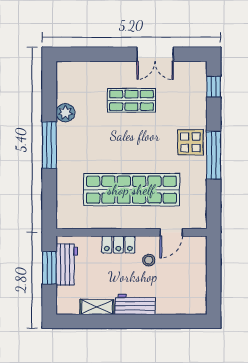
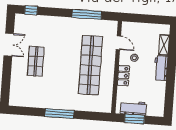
plant: (65, 113) -> (40, 102), removed
display table: (190, 142) -> (64, 27), removed
window: (214, 155) -> (87, 14), moved
shelving: (97, 307) -> (164, 45), moved

